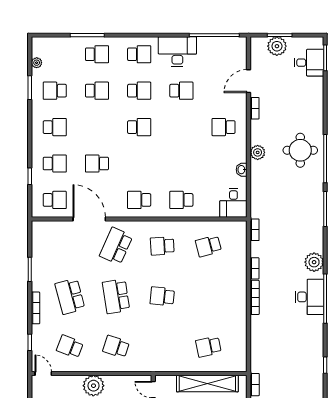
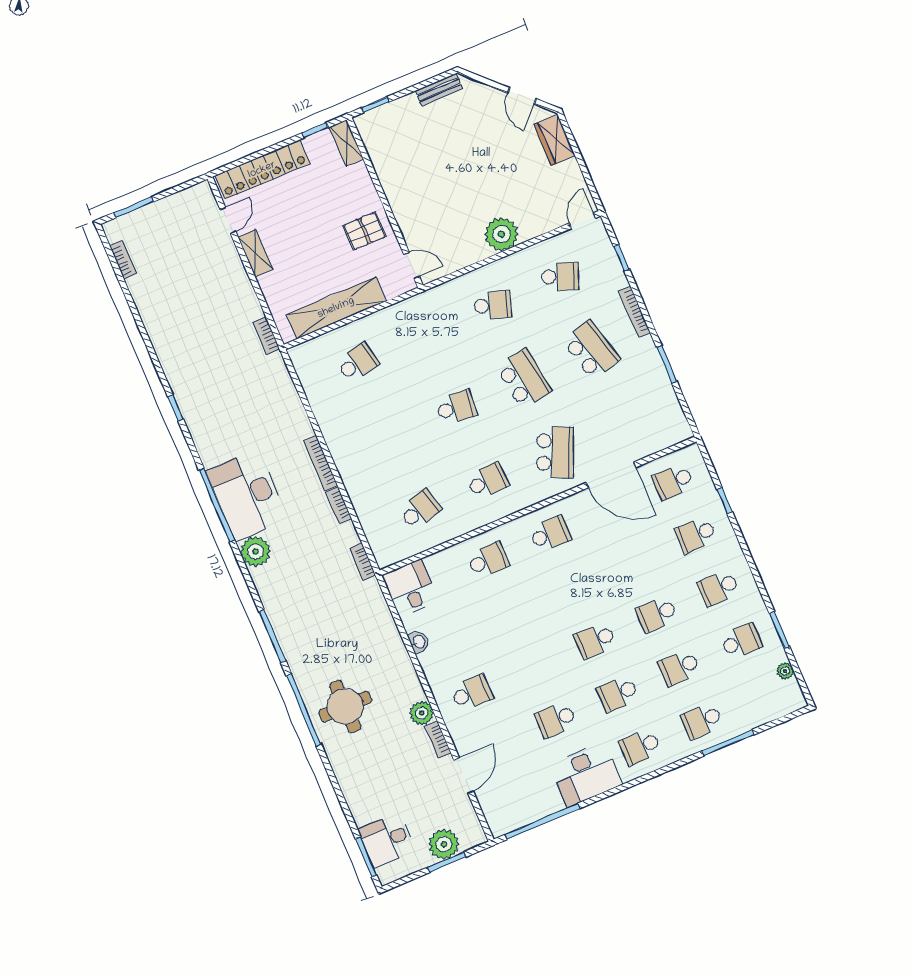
plant: (258, 152) -> (422, 713), moved
school desk: (97, 164) -> (657, 614), moved, turned 180
desk: (310, 297) -> (247, 495), width x1.36, depth x1.30
door: (43, 374) -> (582, 221), swing flipped

